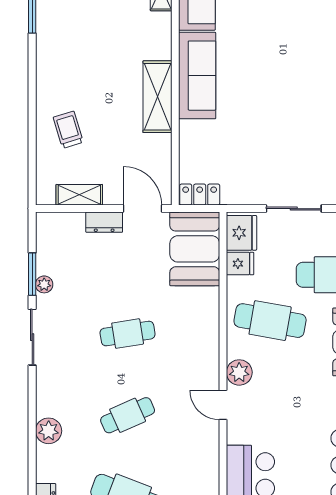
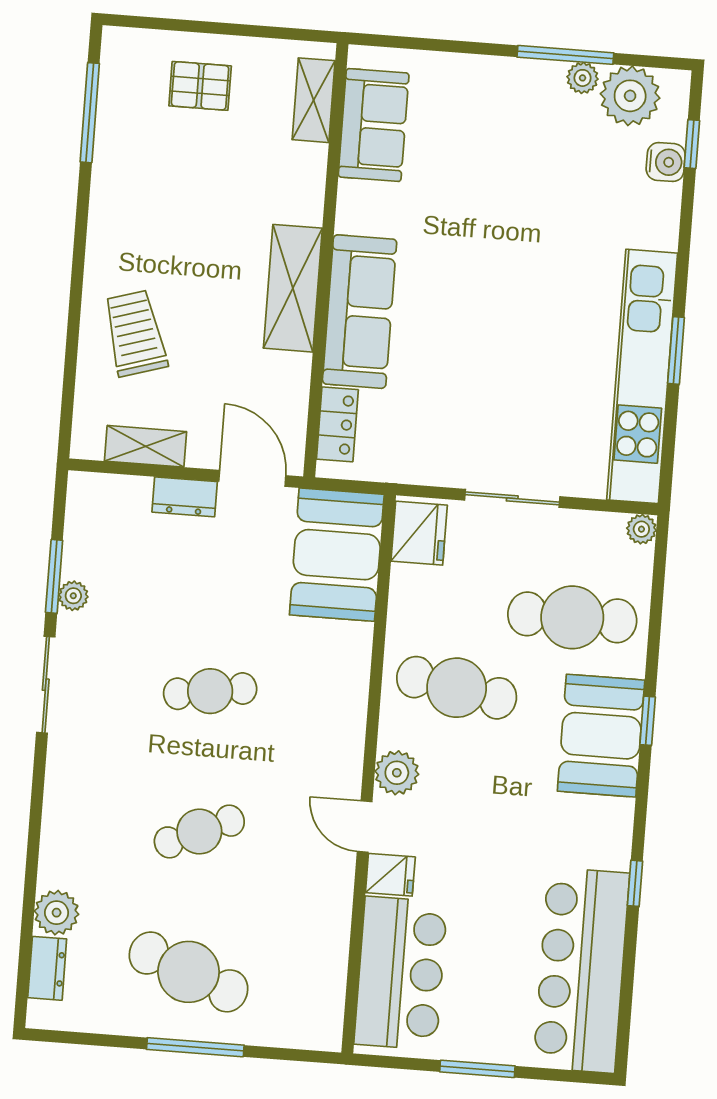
sofa: (197, 76) -> (360, 312), moved
trolley: (68, 130) -> (135, 333), width x1.36, depth x1.39
locker: (200, 195) -> (337, 424), moved, turned 90
fridge: (240, 264) -> (390, 875), moved
plant: (49, 431) -> (57, 913), moved

